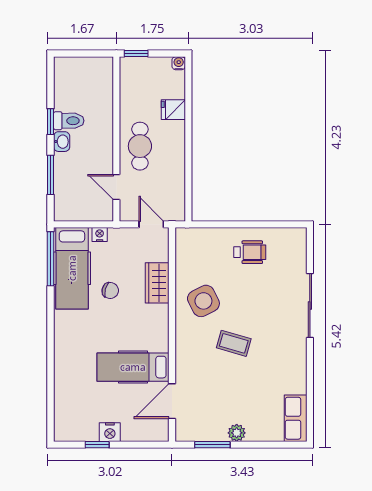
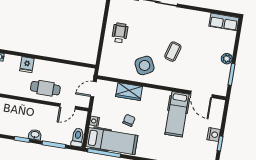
toilet: (69, 121) -> (78, 137), moved

